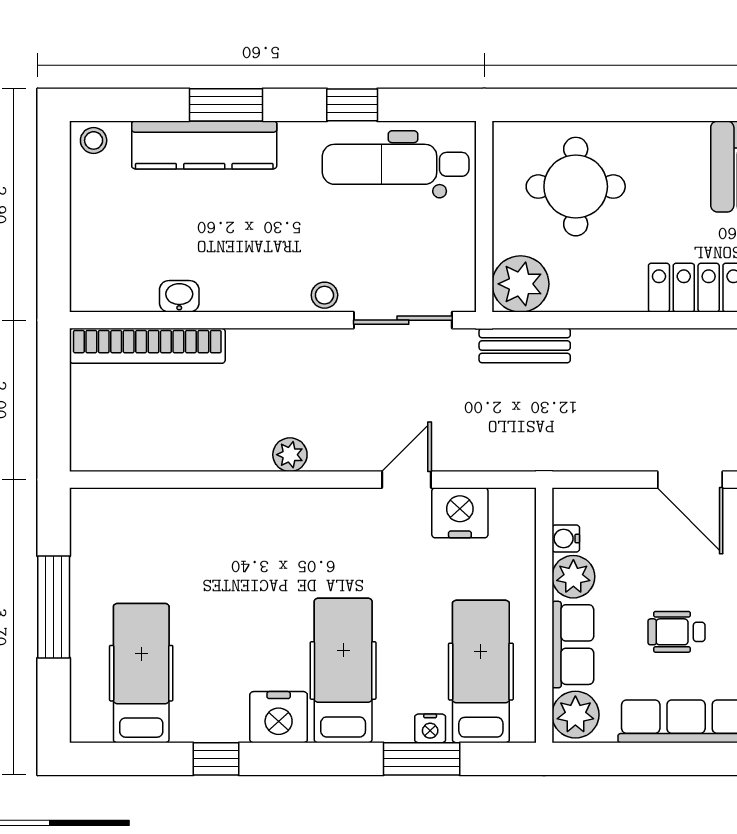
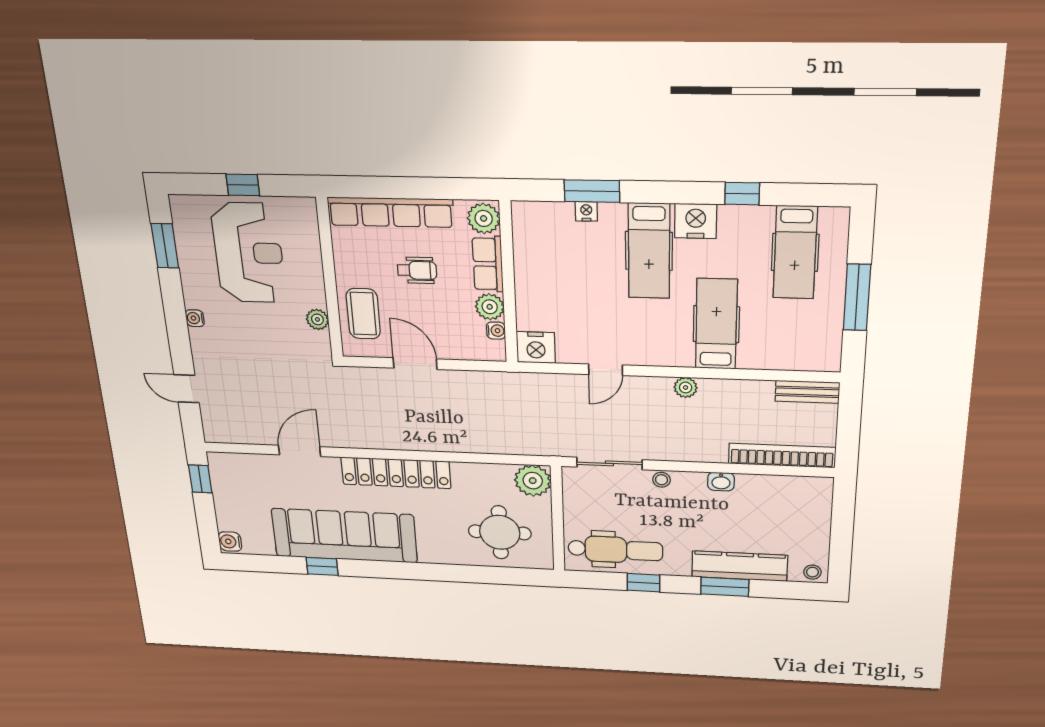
washbasin: (179, 296) -> (721, 482), moved
bench: (525, 346) -> (807, 392), moved
nightstand: (460, 513) -> (536, 347), moved
hospital bed: (481, 672) -> (716, 324), moved, turned 180

